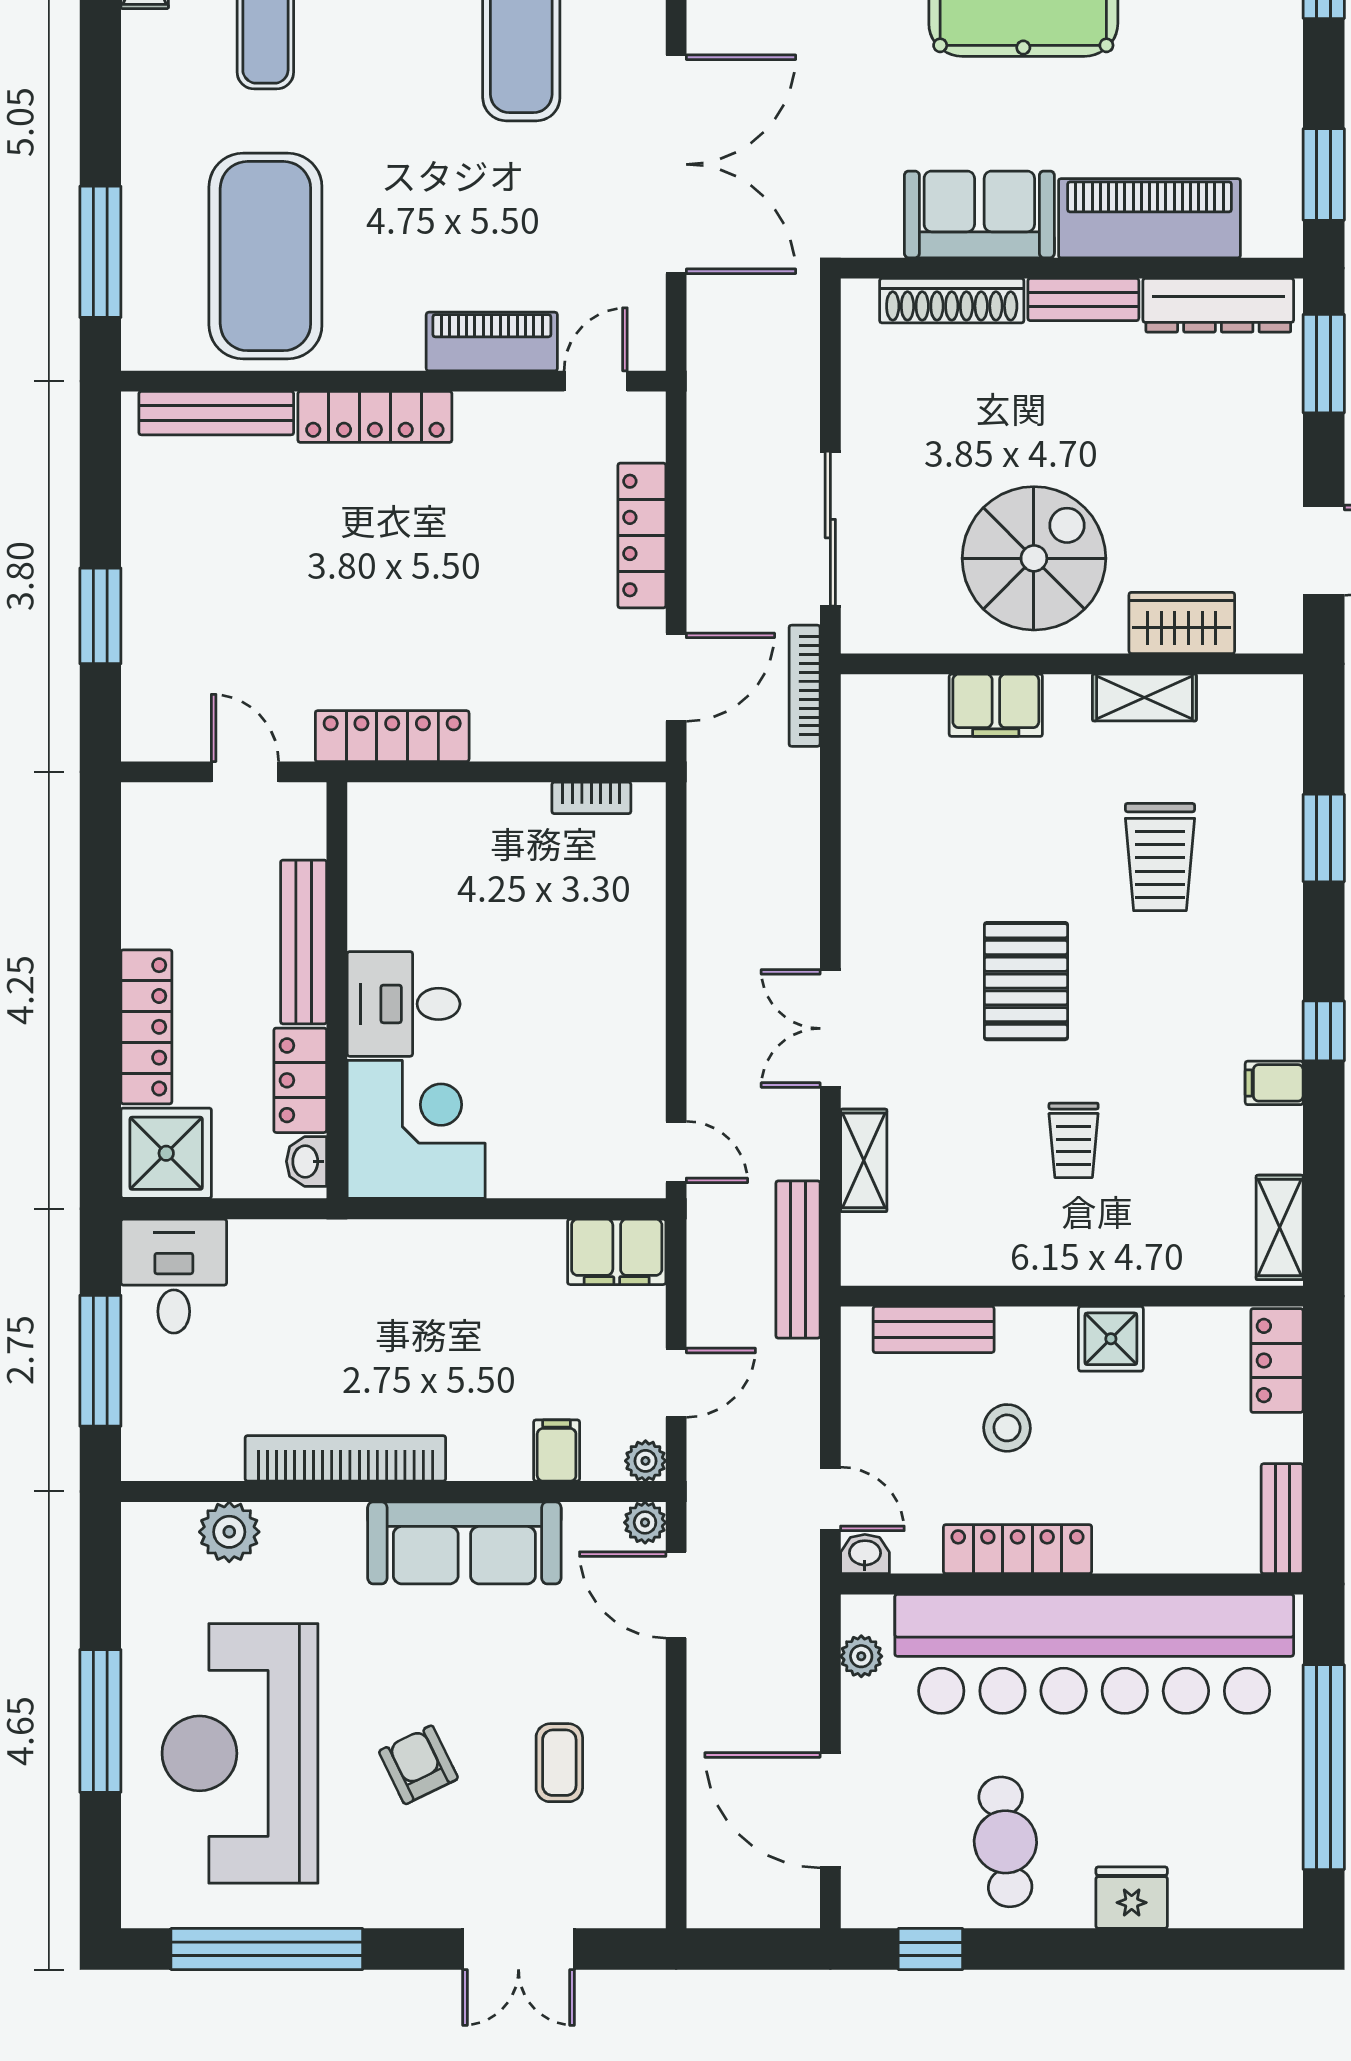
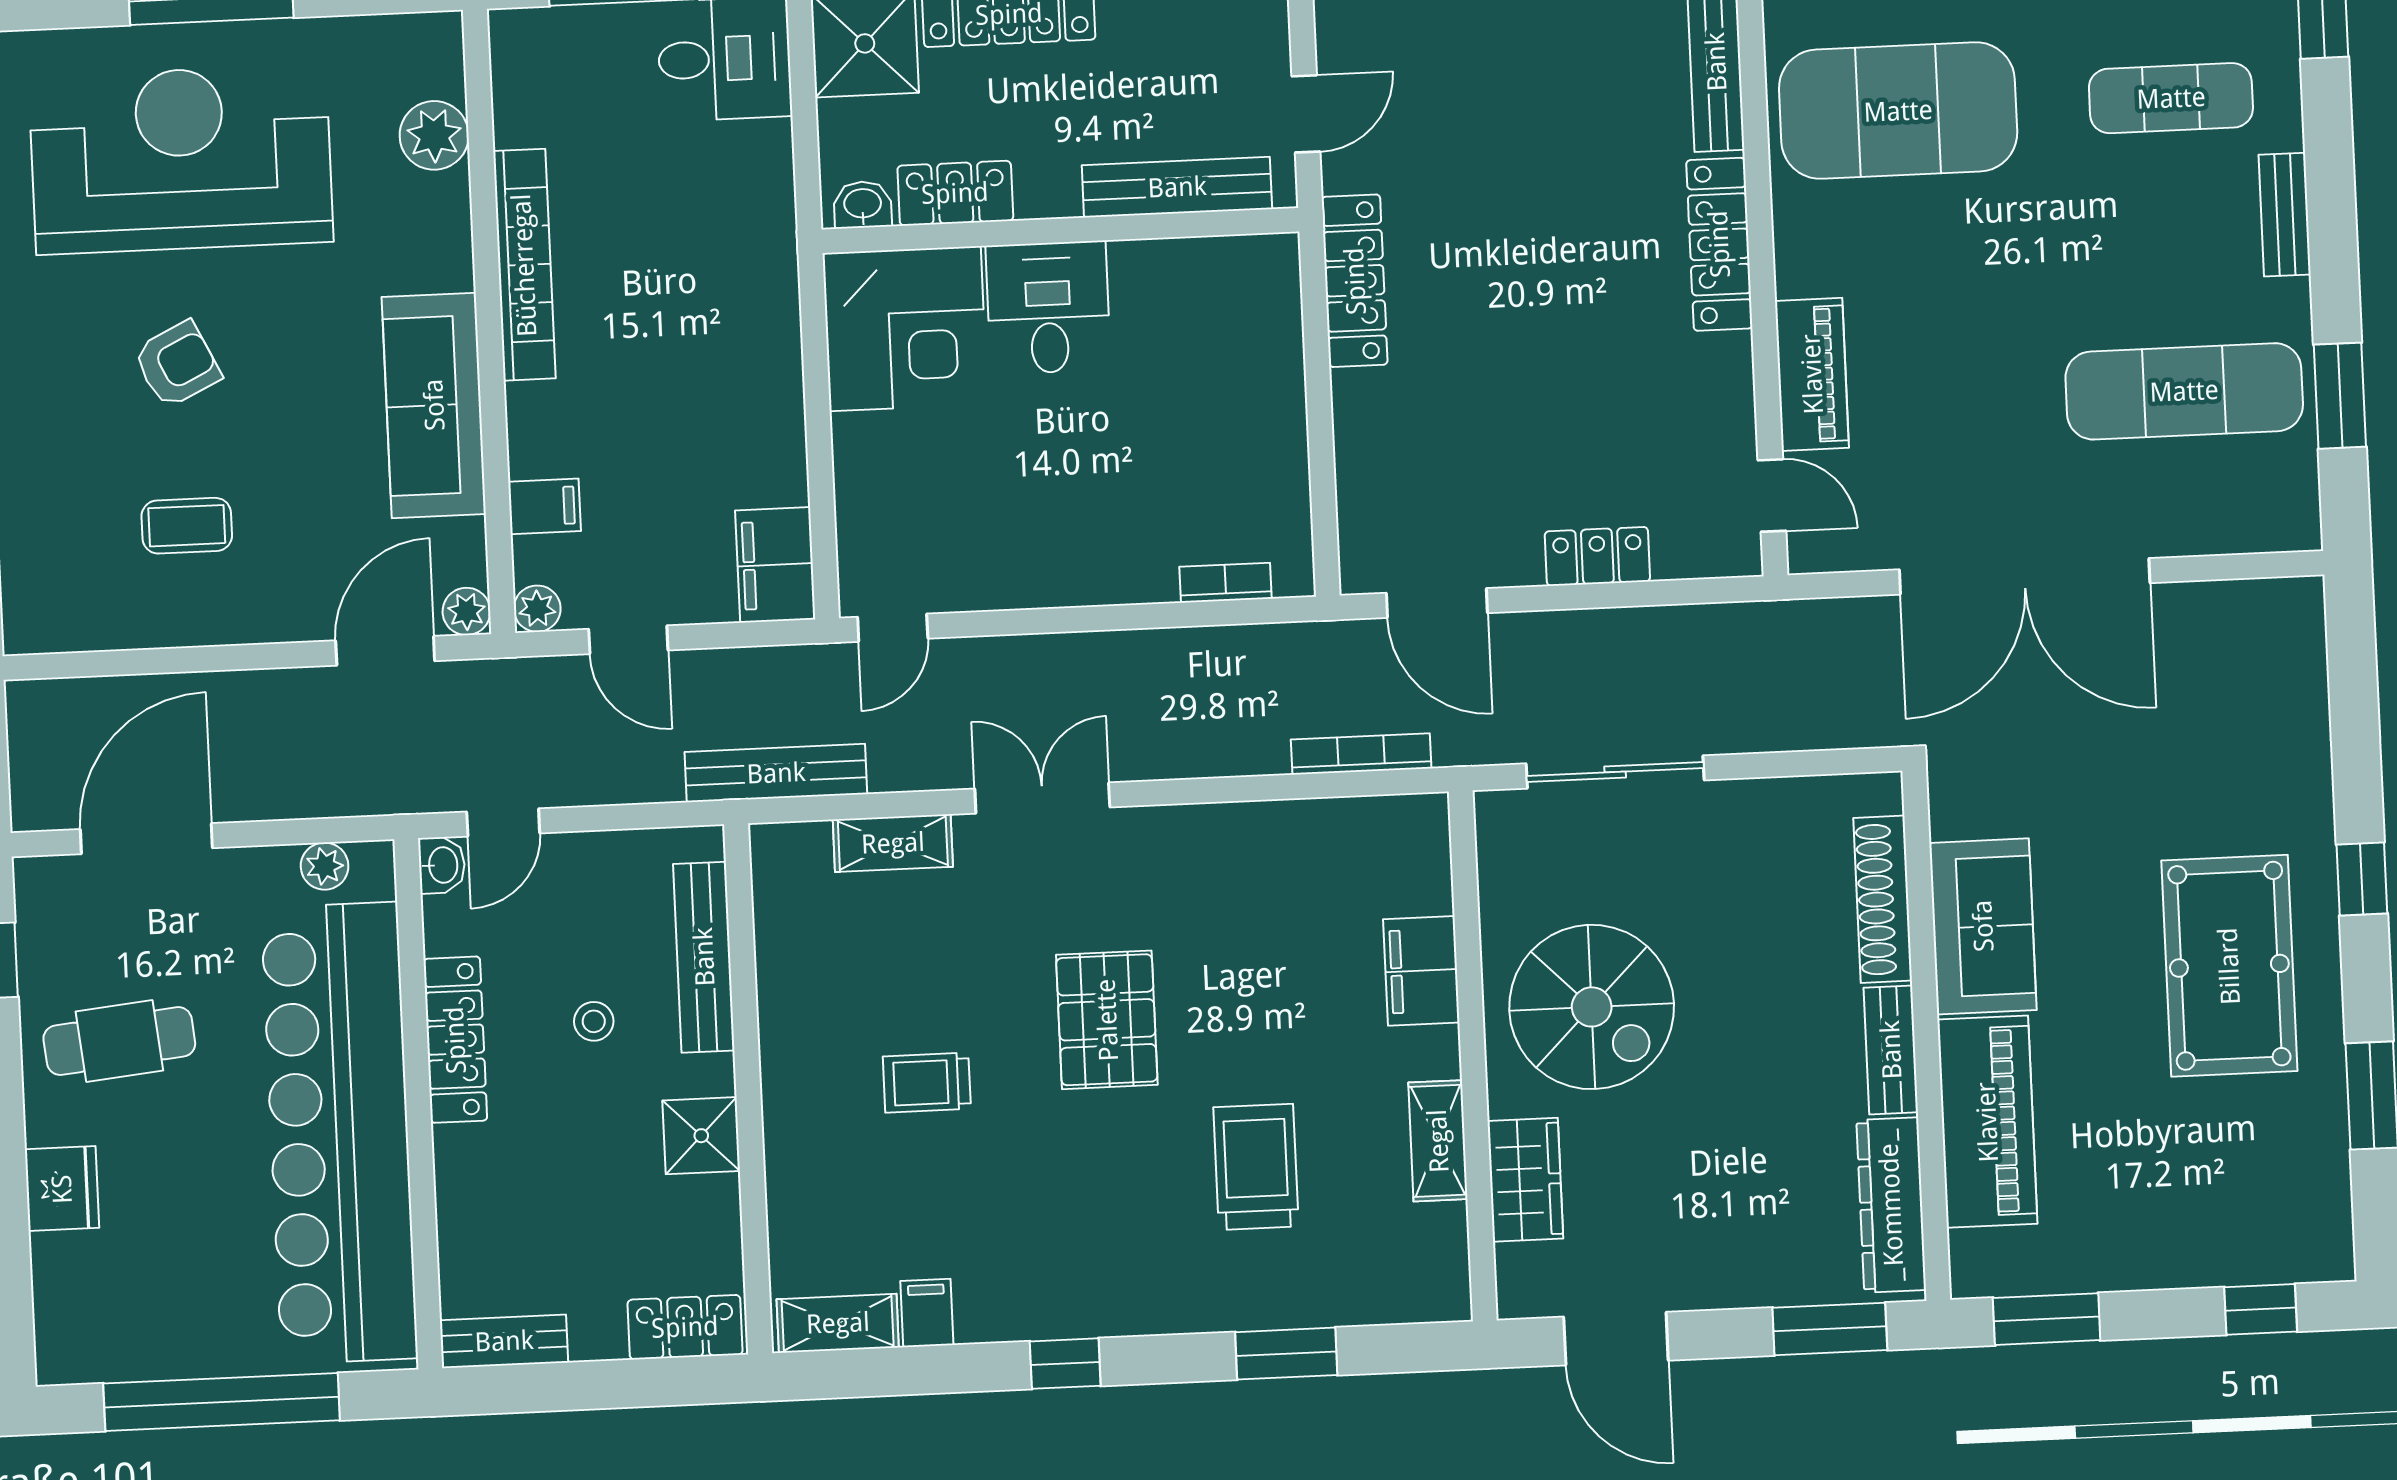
locker: (642, 535) -> (1597, 556), width x0.66
bookcase: (805, 686) -> (1361, 754), moved
bookcase: (591, 798) -> (1226, 583), moved, turned 90
trolley: (1160, 857) -> (1256, 1167), turned 90
bench: (304, 942) -> (1177, 187), moved
pallet: (1026, 981) -> (1107, 1020), turned 90
filing cabinet: (1274, 1083) -> (927, 1313), moved
bench: (934, 1330) -> (704, 957), width x1.36
stool: (1007, 1428) -> (594, 1021), width x0.73, depth x0.73

